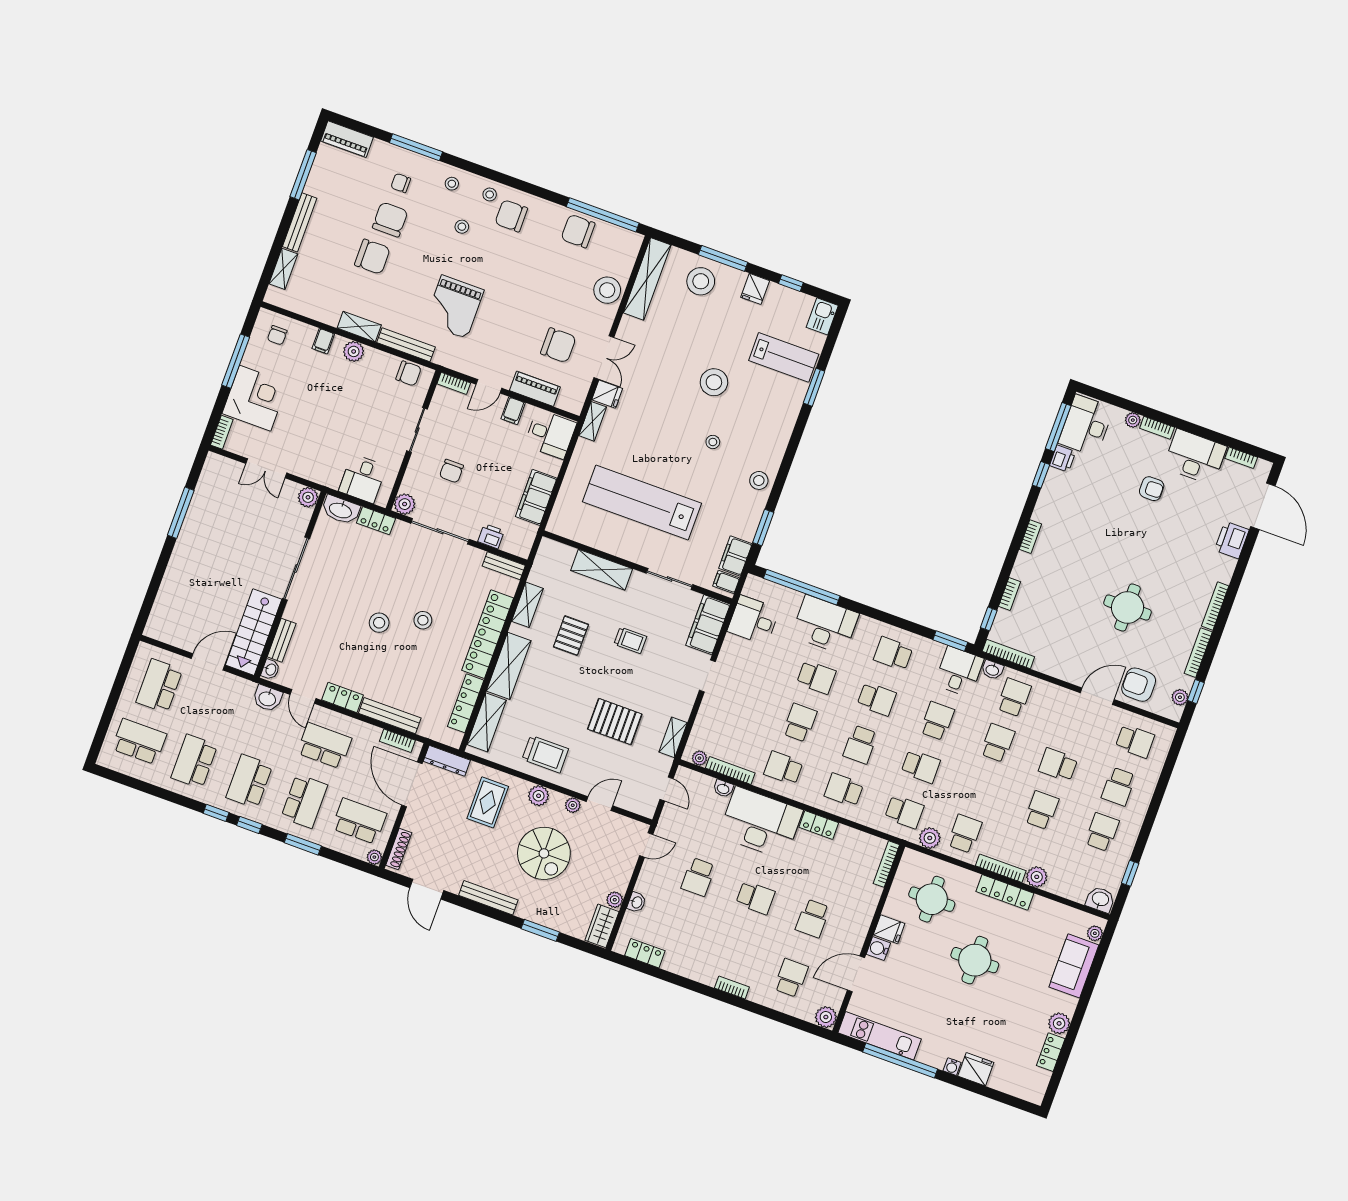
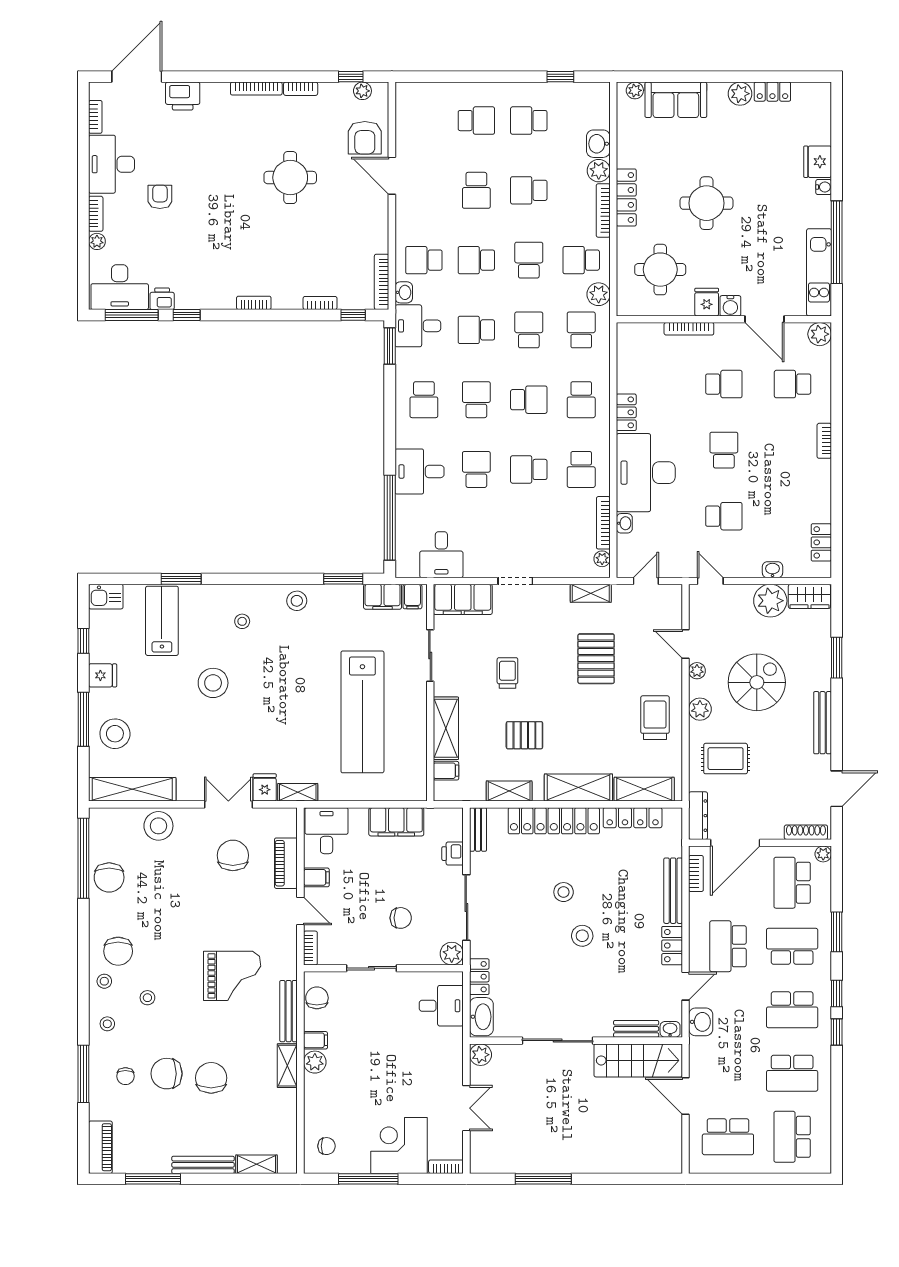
filing cabinet: (323, 341) -> (315, 1040), moved
stool: (713, 442) -> (242, 621), moved
filing cabinet: (565, 556) -> (446, 771), added
desk: (825, 625) -> (420, 471), width x0.73
bookcase: (1198, 653) -> (301, 89), width x0.64
school desk: (1135, 741) -> (529, 260), moved
bookcase: (886, 864) -> (689, 329), moved
washbasin: (1100, 899) -> (598, 144), moved
plant: (615, 900) -> (770, 601), width x1.87, depth x1.87

